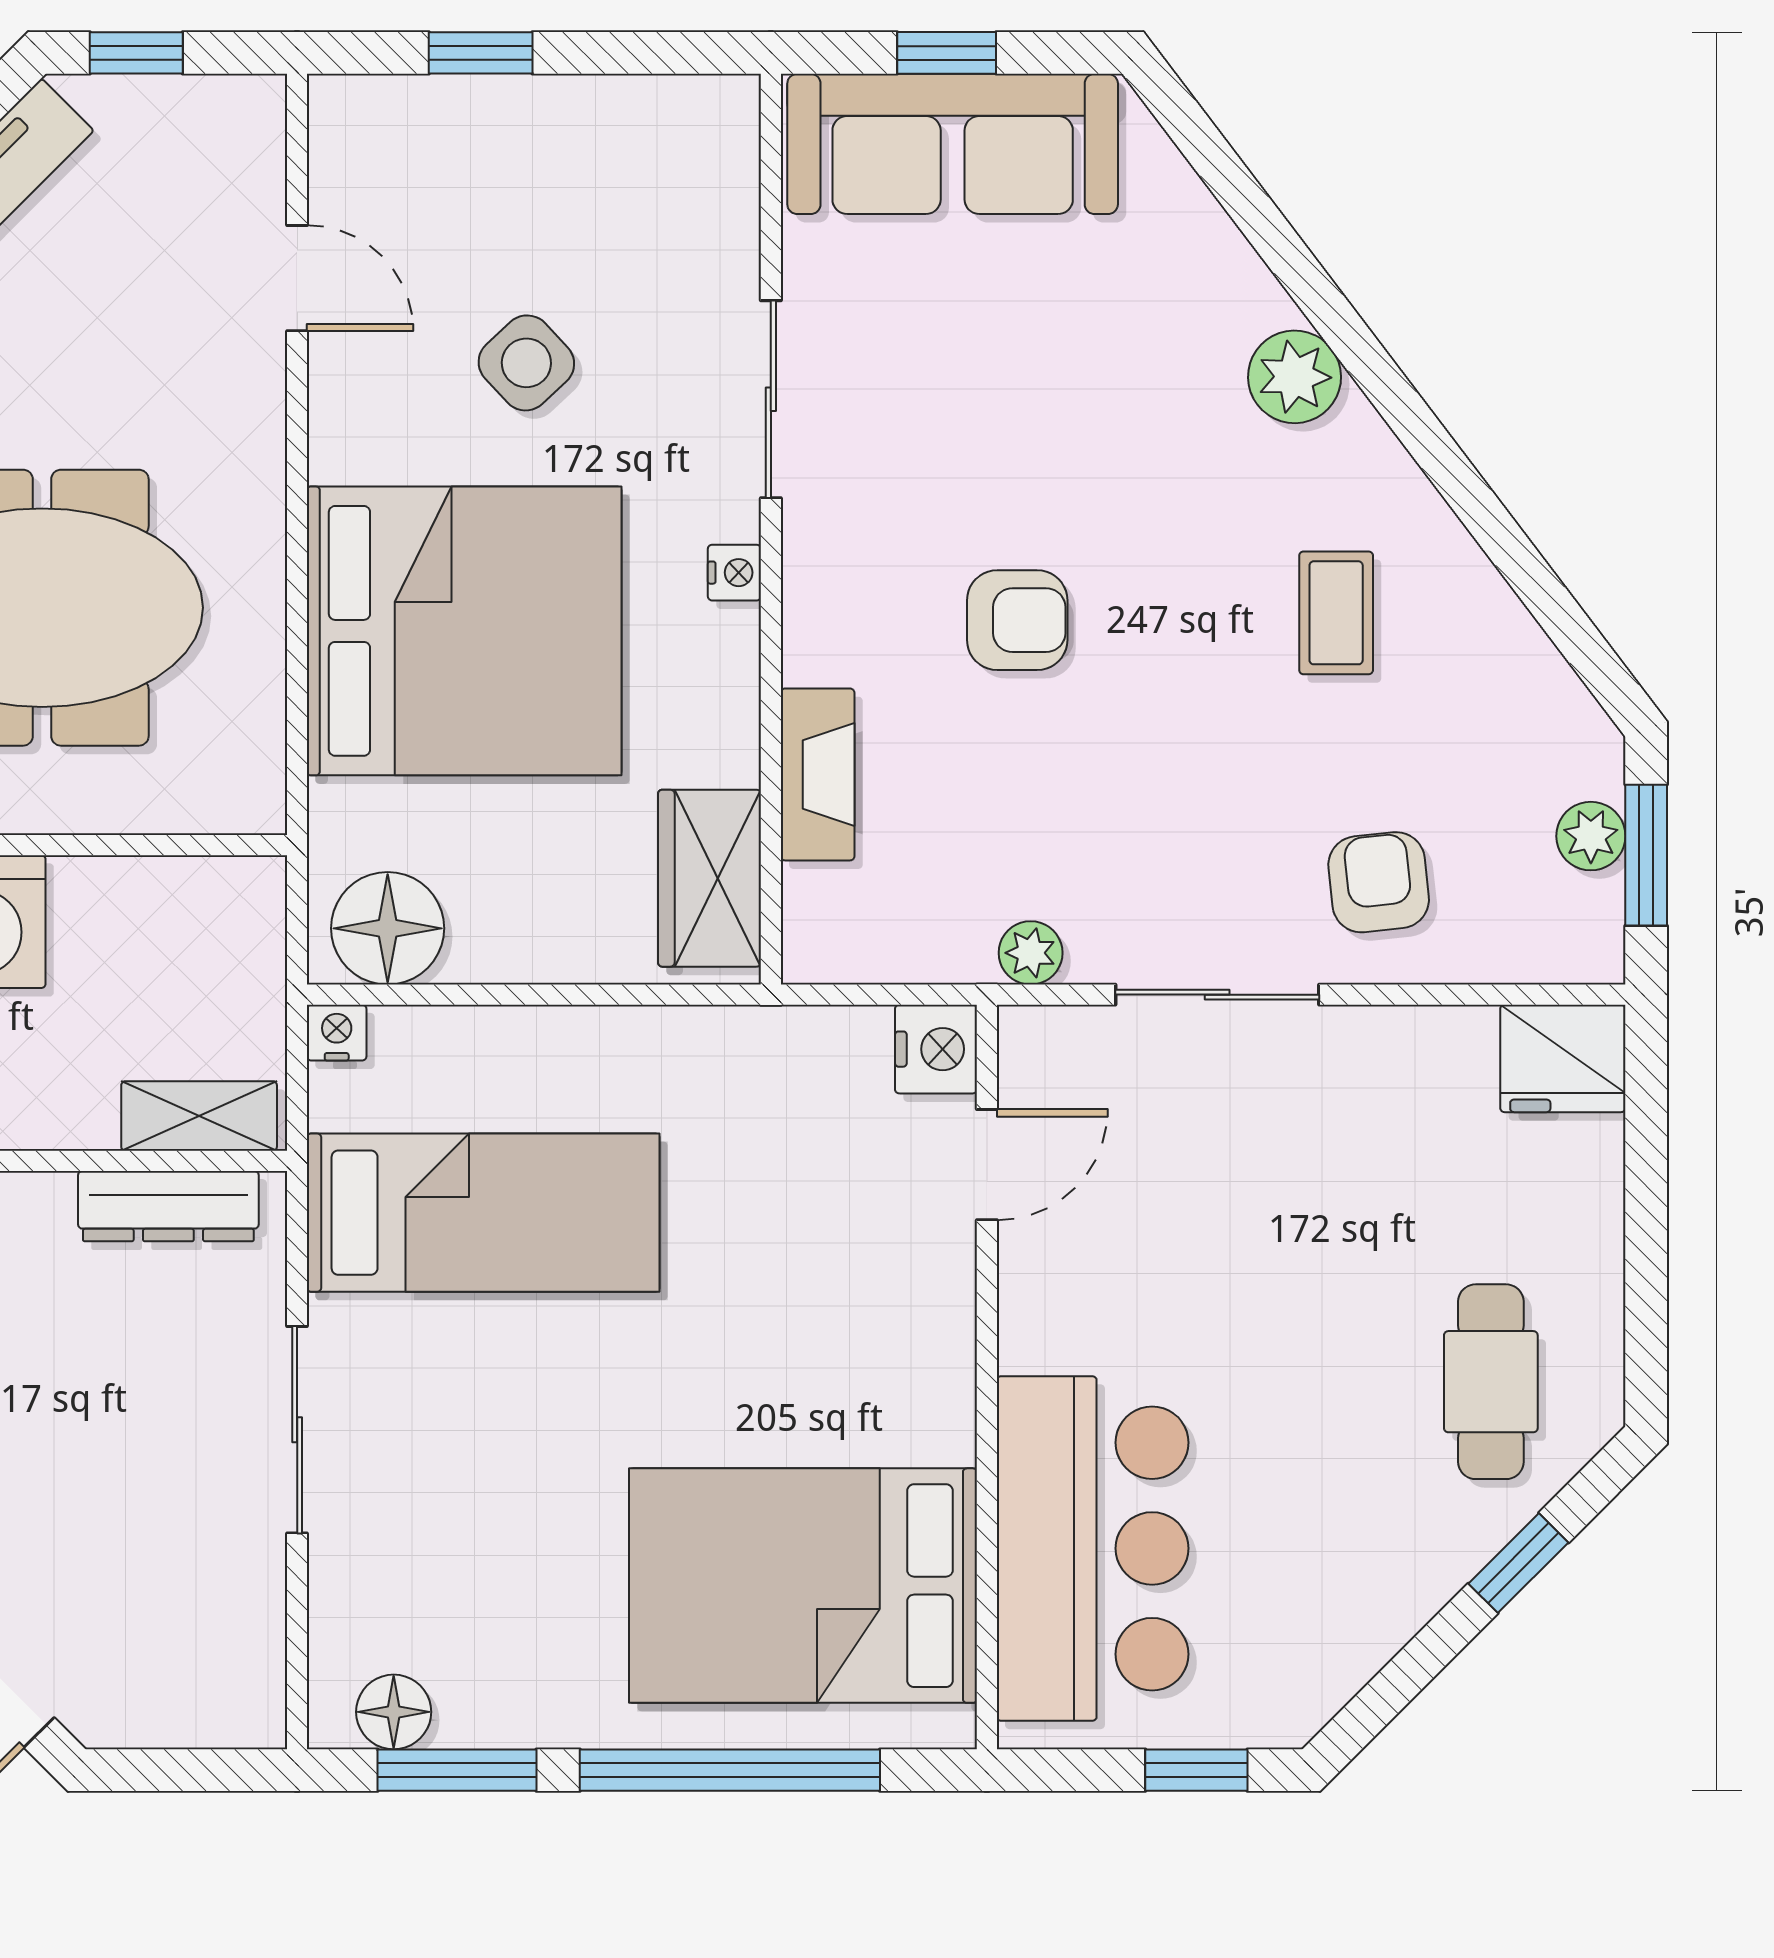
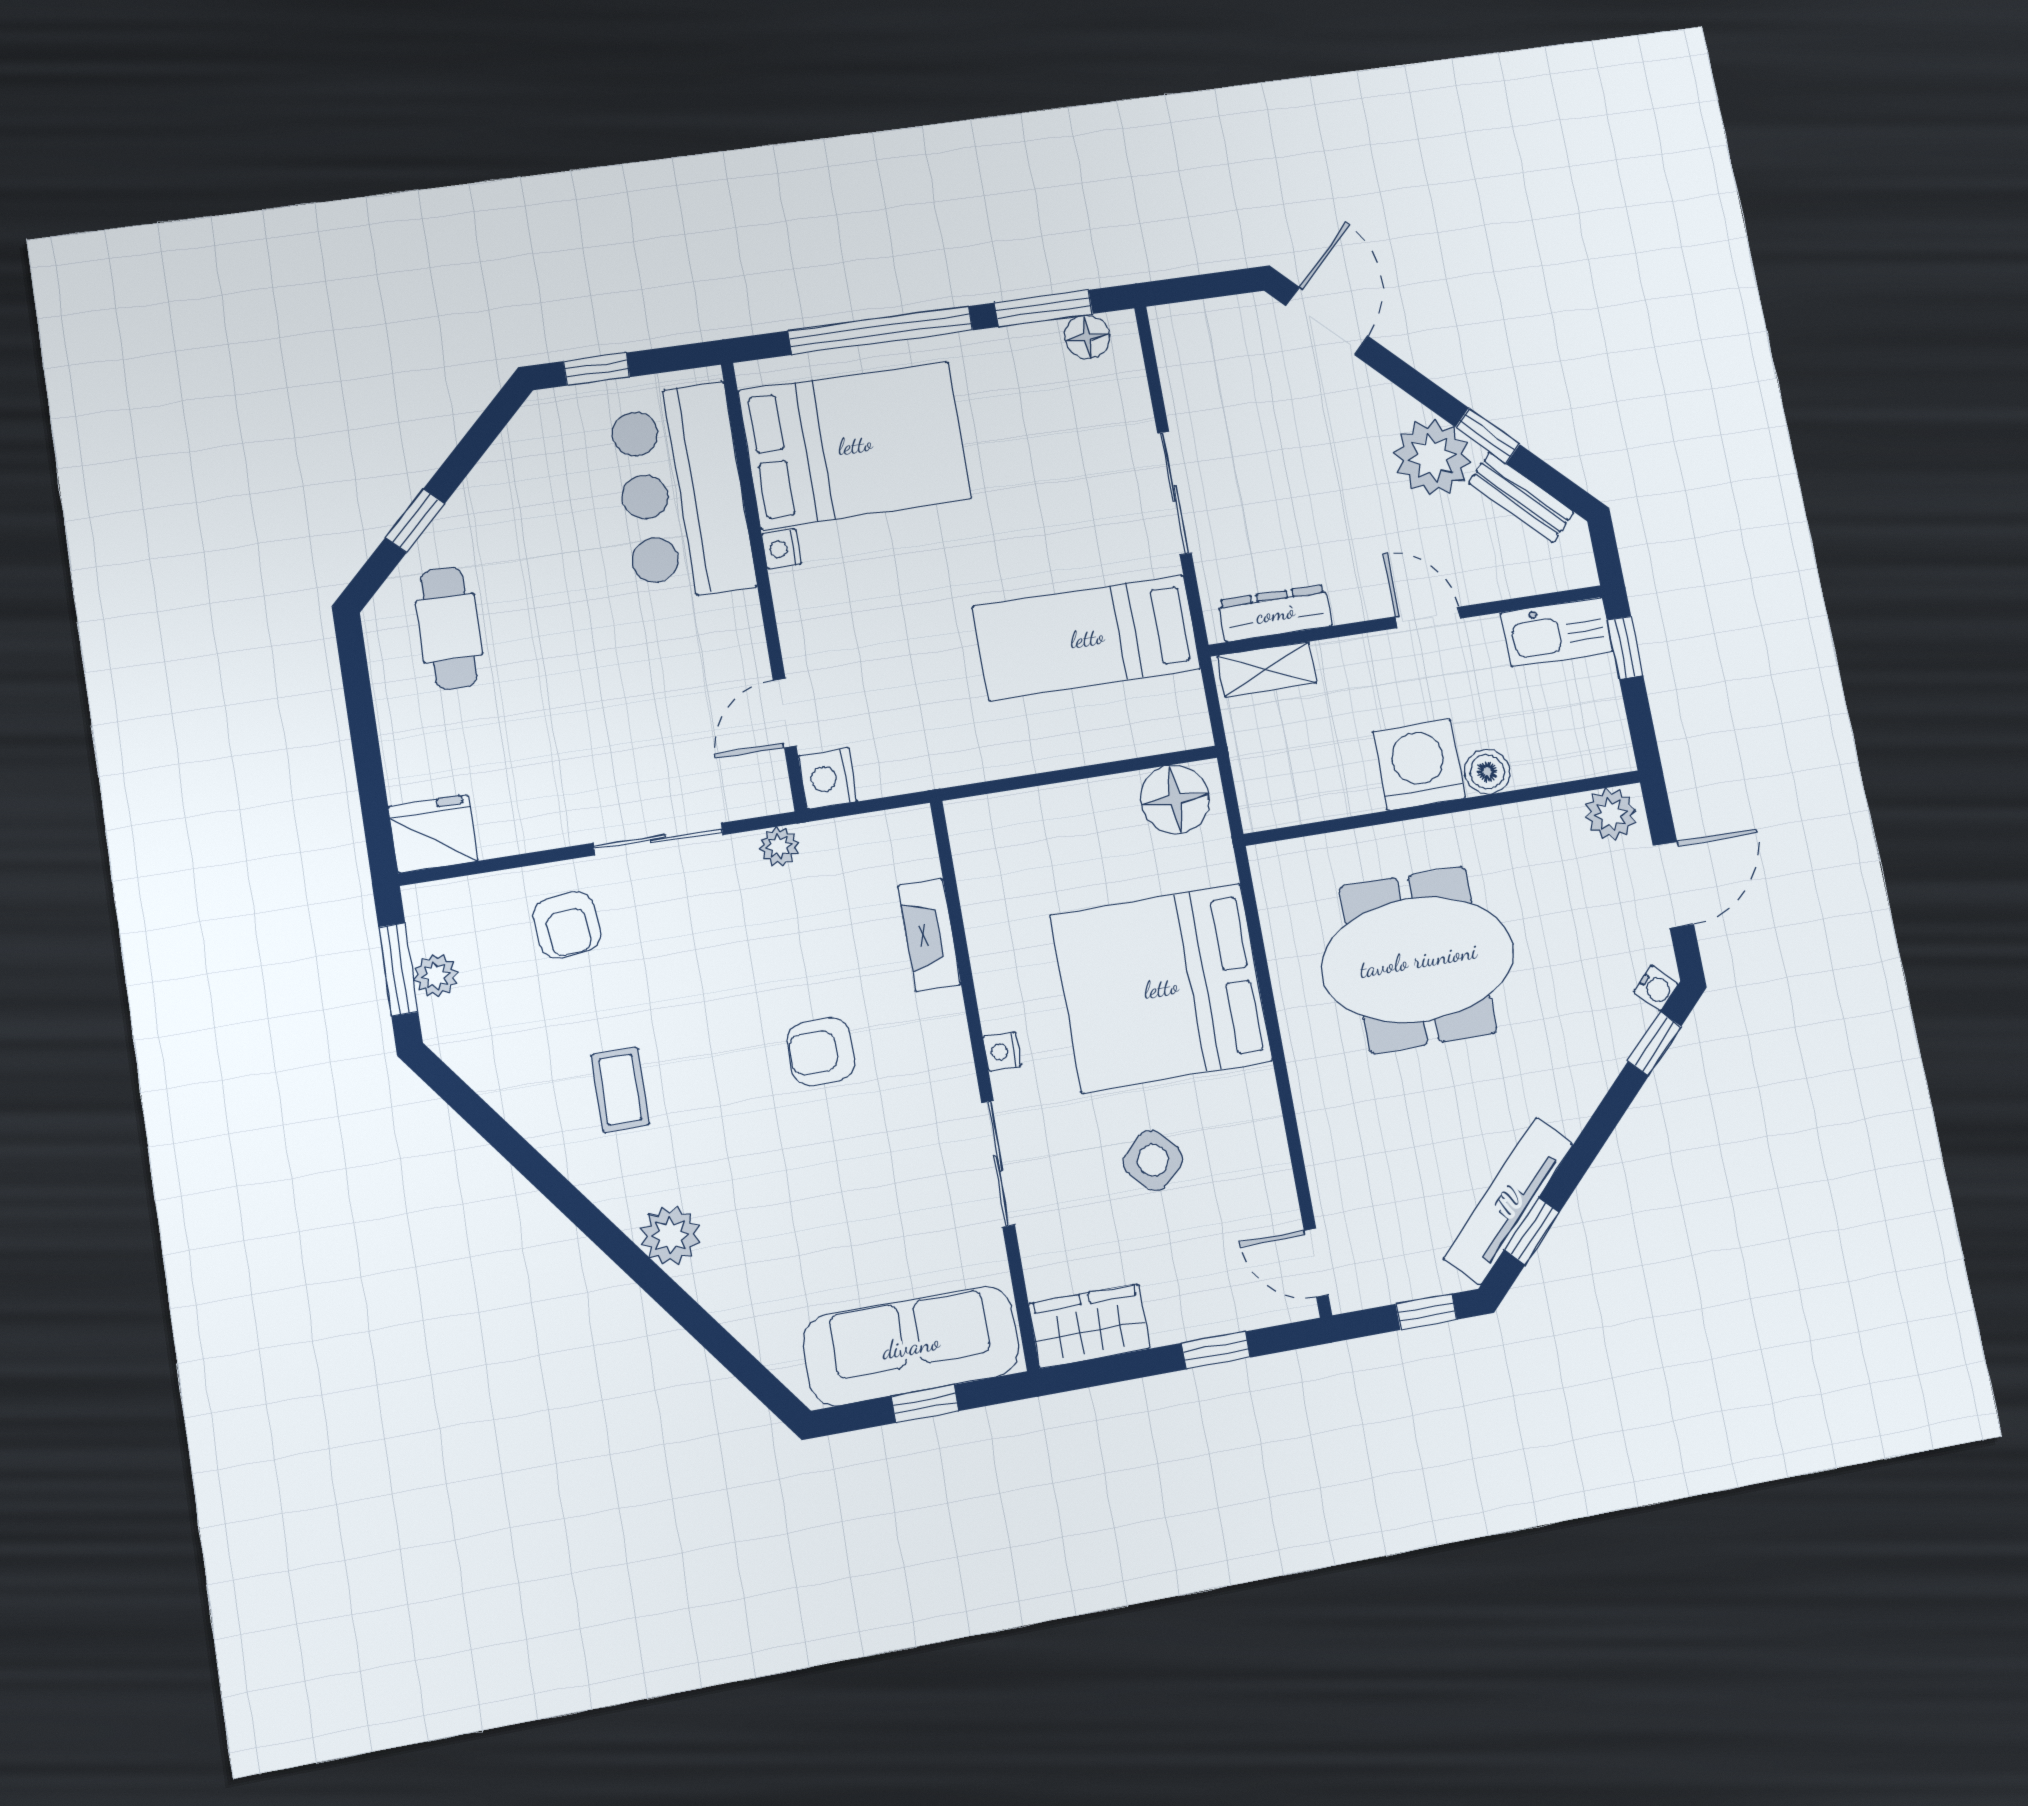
door: (297, 278) -> (1316, 1263), moved
wardrobe: (709, 878) -> (1089, 1326), moved, turned -90
nightstand: (337, 1033) -> (781, 549), moved, turned 90

